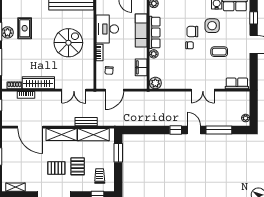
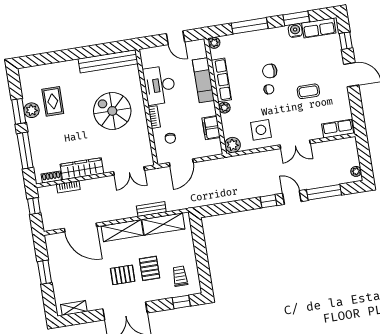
side table: (212, 26) -> (261, 130), moved
spiral stairs: (68, 43) -> (112, 111), turned -90
window: (118, 153) -> (199, 242), removed

